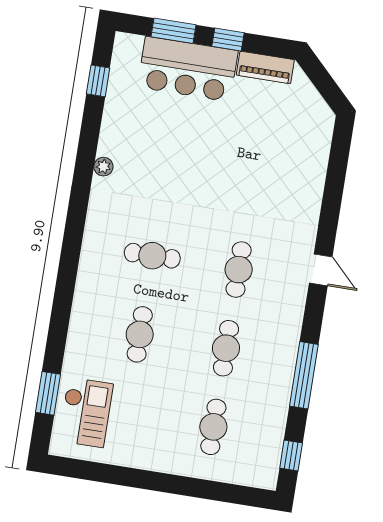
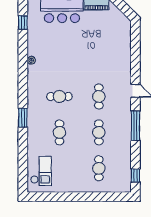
window: (304, 375) -> (135, 126), moved
window: (48, 393) -> (23, 118), moved

